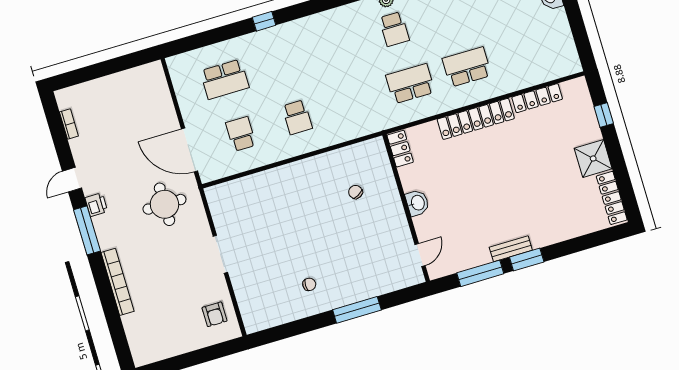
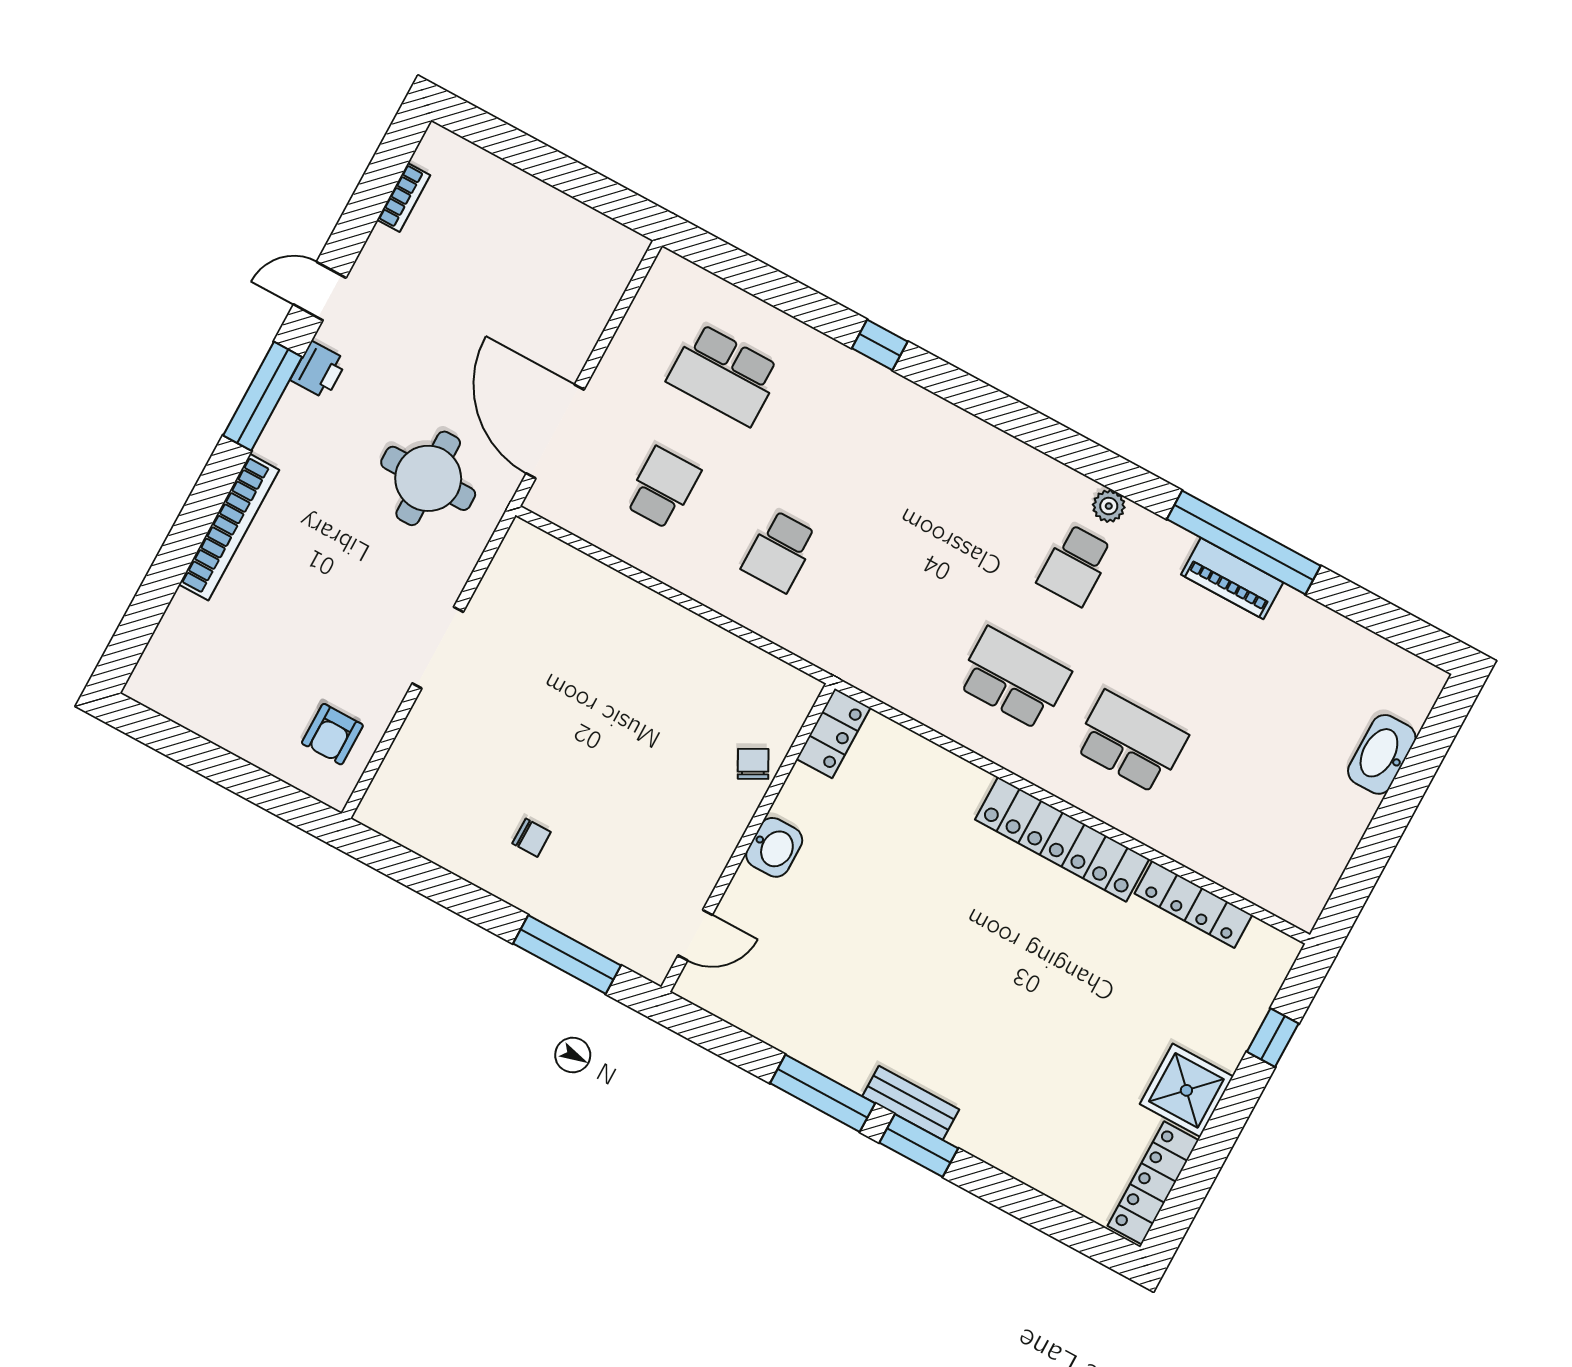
locker: (400, 149) -> (833, 733), moved
washbasin: (417, 203) -> (774, 847), moved
wall: (406, 208) -> (748, 838), moved
door: (420, 255) -> (695, 935), moved

